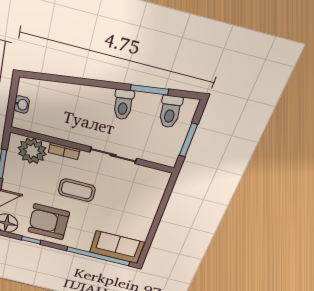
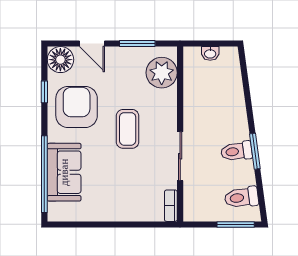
window: (149, 90) -> (255, 151), moved
window: (188, 140) -> (236, 224), moved
bookcase: (64, 151) -> (171, 206), moved
sofa: (117, 247) -> (64, 172), moved

